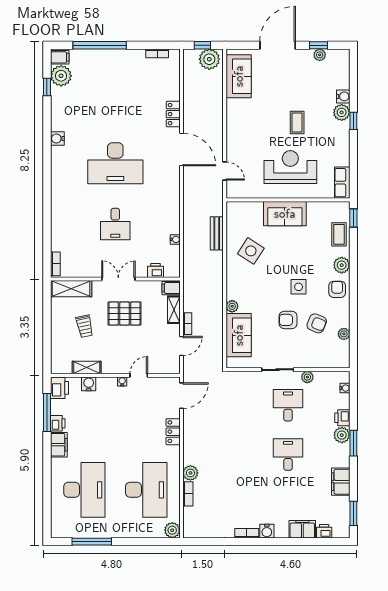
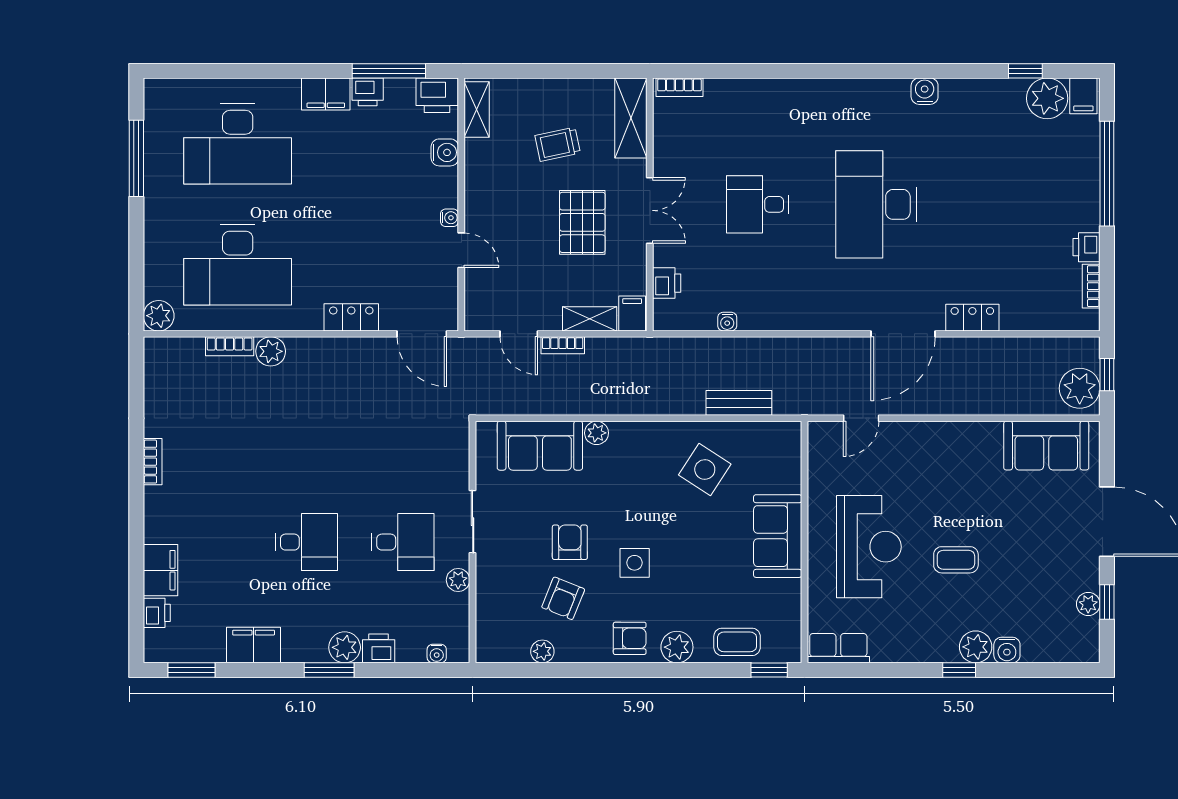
printer: (137, 56) -> (1087, 247), added
shelving: (87, 368) -> (477, 110), moved
water cooler: (267, 531) -> (157, 501), removed

